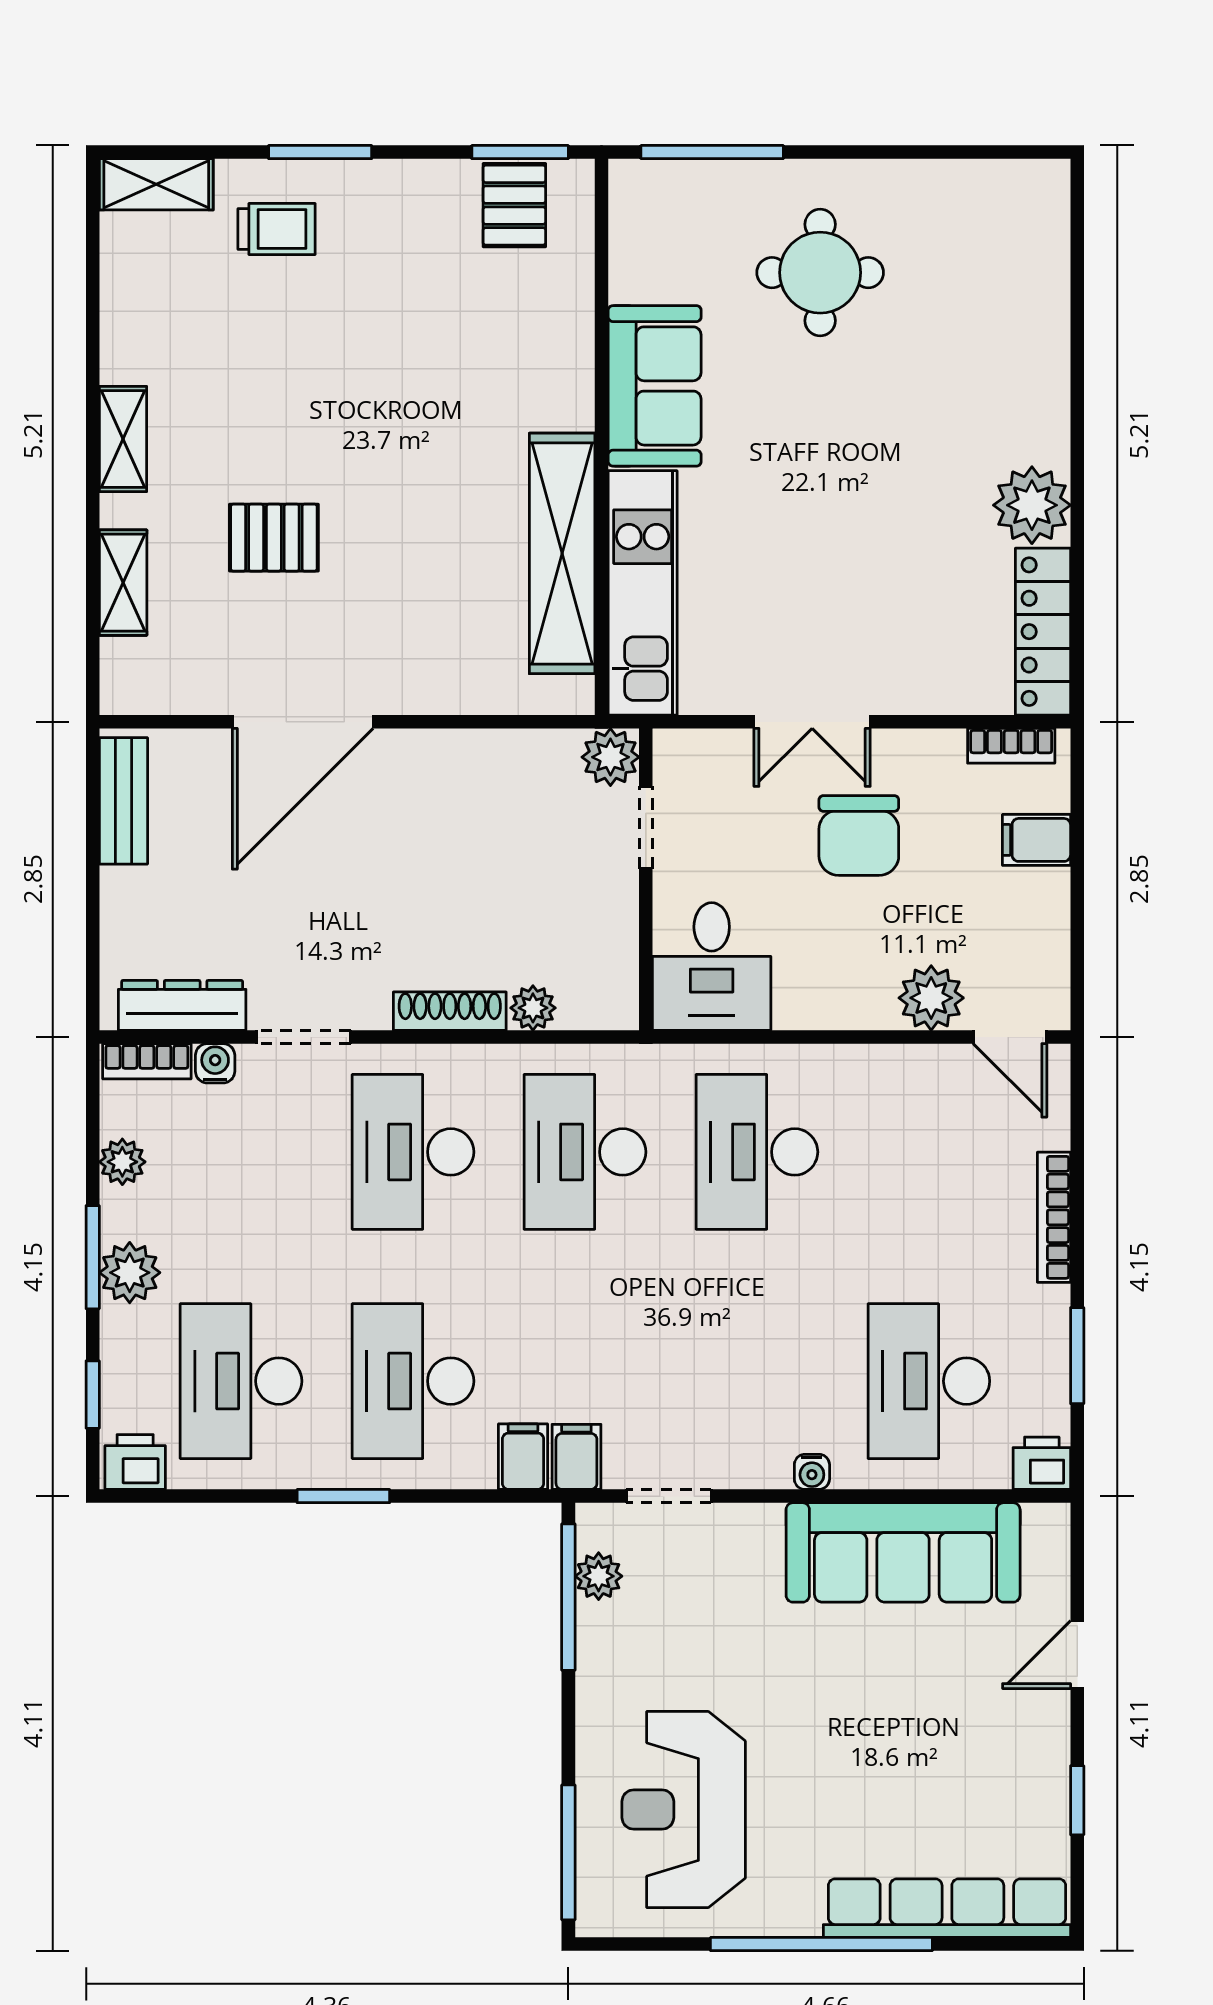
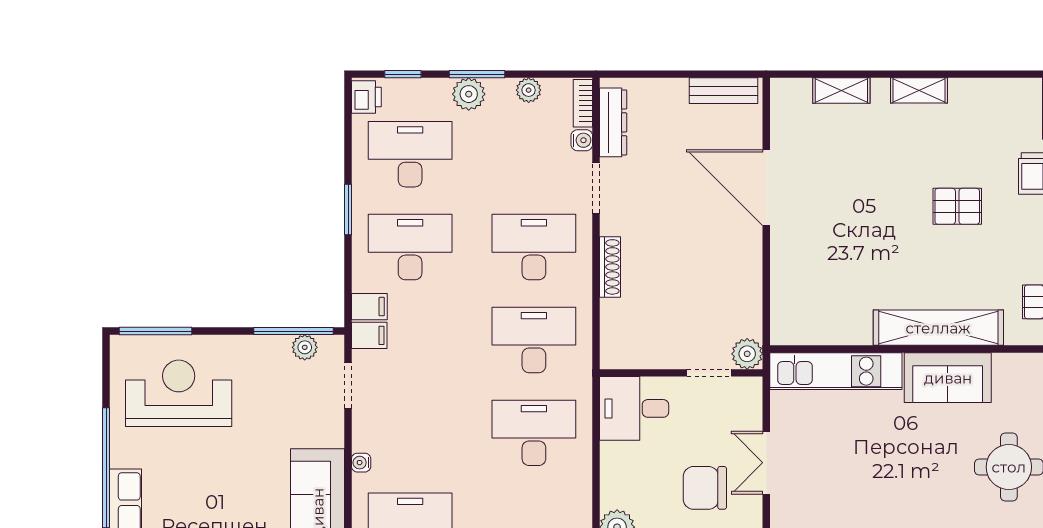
pallet: (274, 538) -> (957, 206), moved, turned 90
shelving: (562, 553) -> (938, 328), moved
plant: (533, 1008) -> (612, 312), removed

